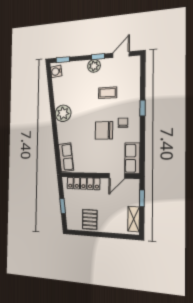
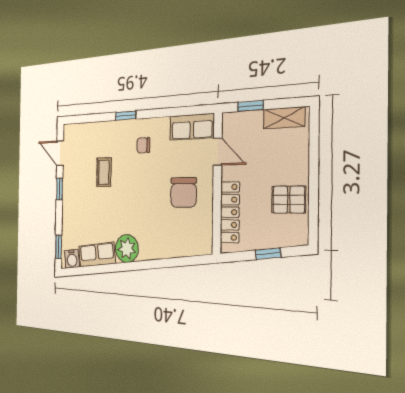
plant: (94, 66) -> (70, 195), removed
chair: (104, 130) -> (183, 193), moved
row of seats: (66, 157) -> (97, 255), moved

